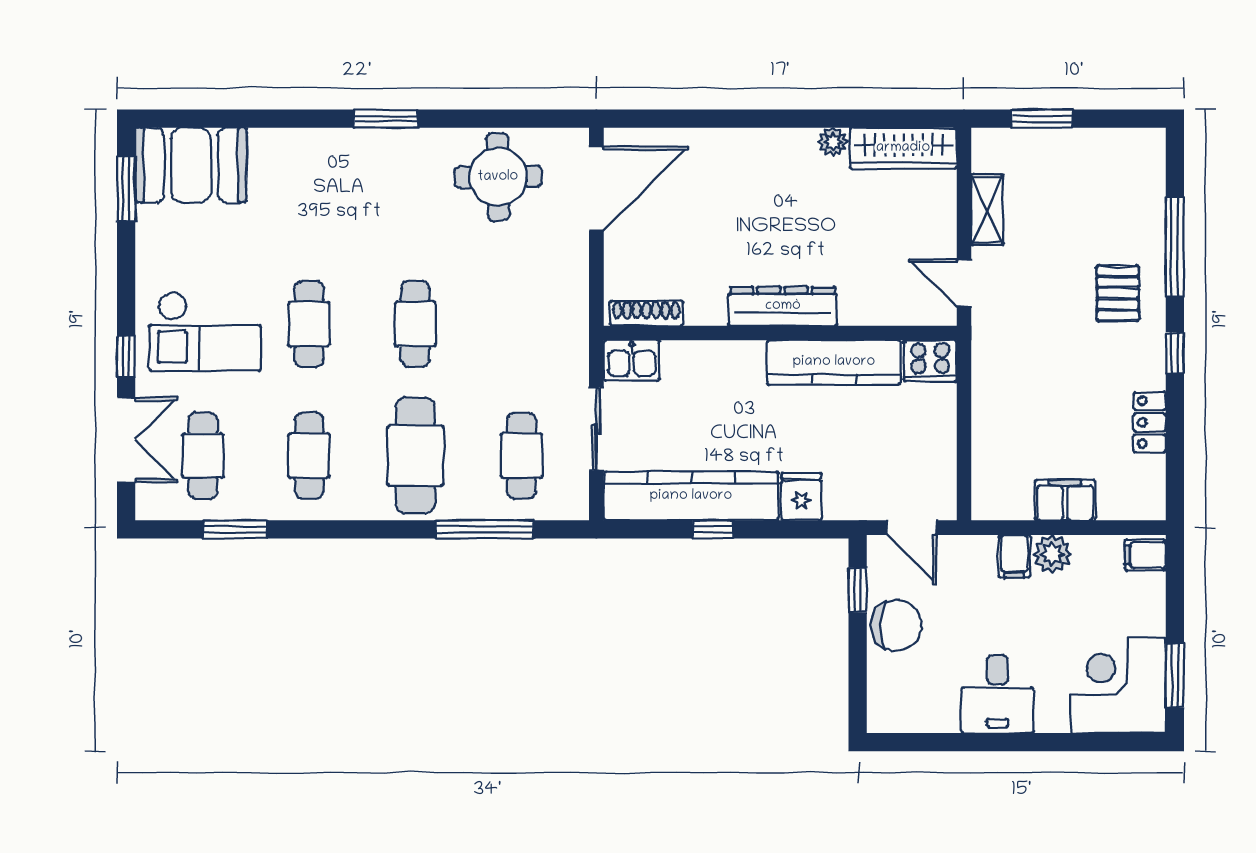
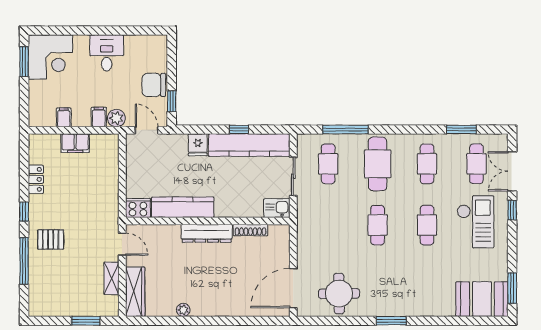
wardrobe: (903, 148) -> (135, 292), moved, turned 90
pallet: (1118, 293) -> (51, 239), turned 90
shoe rack: (646, 313) -> (250, 230), moved
checkout: (205, 331) -> (475, 222), turned 90
plant: (1052, 554) -> (116, 118), moved
filing cabinet: (1145, 555) -> (64, 117), moved, turned -90

